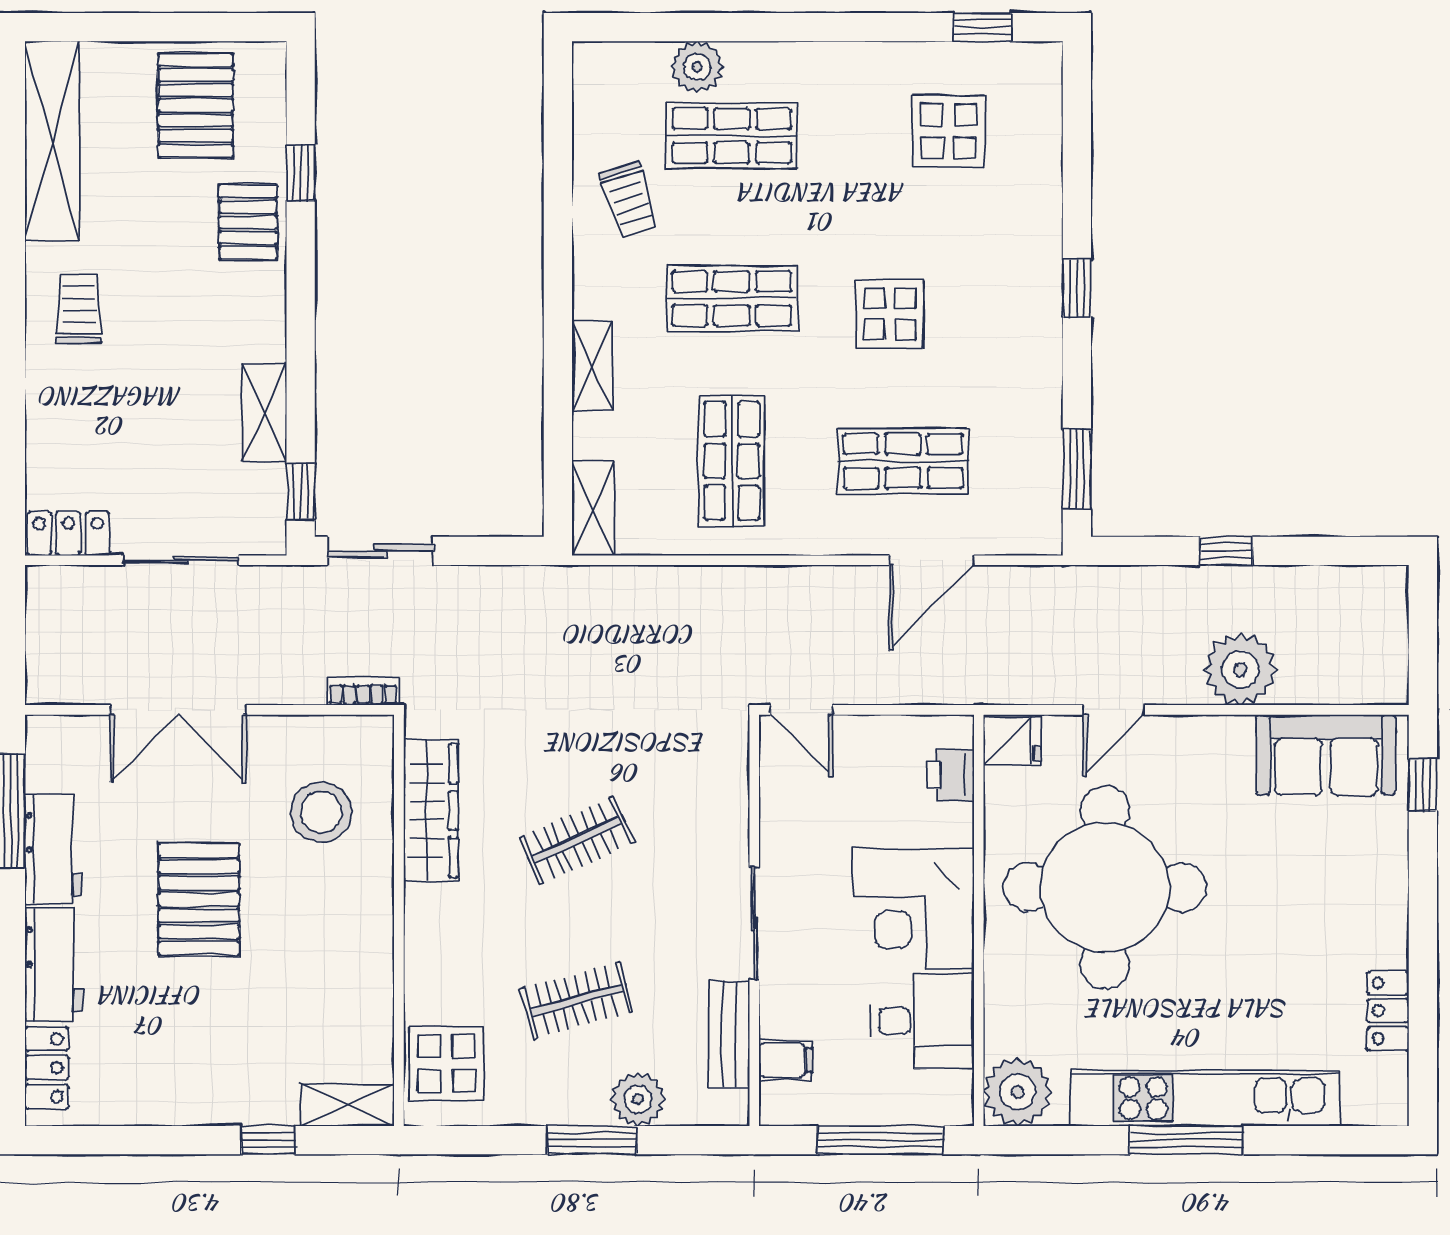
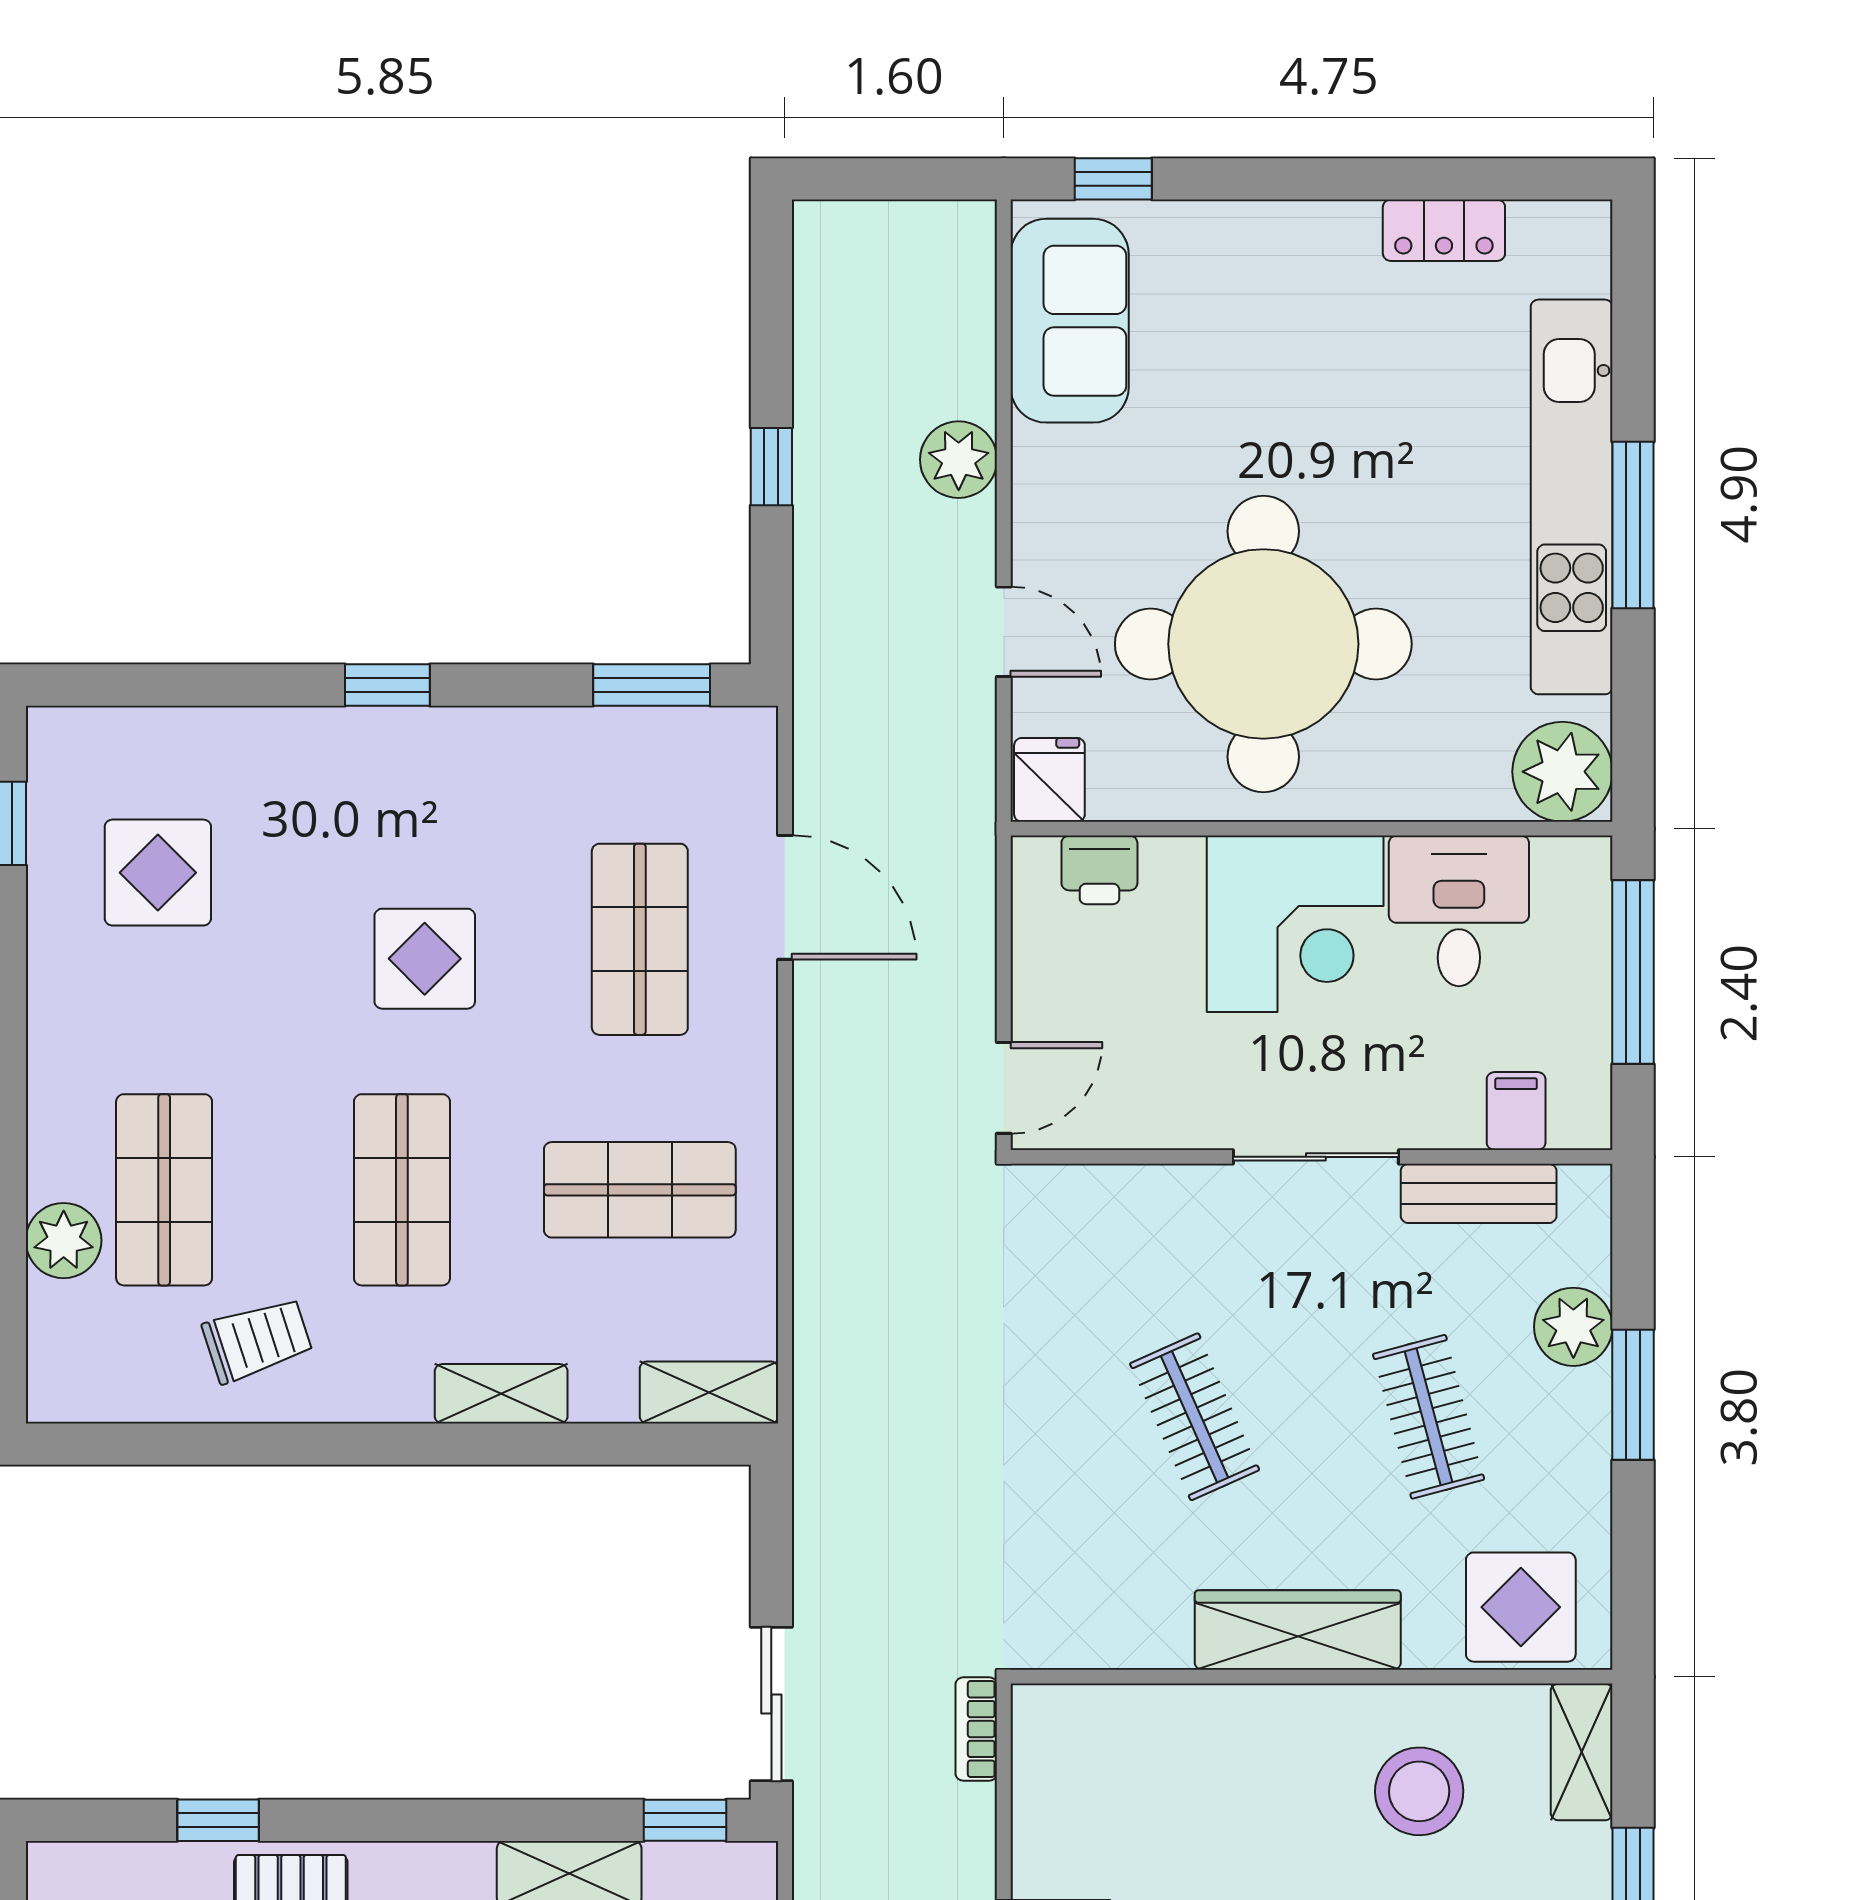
plant: (1241, 669) -> (959, 460), width x0.73, depth x0.73
wardrobe: (431, 810) -> (1298, 1630), moved
stool: (321, 812) -> (1419, 1791), moved

